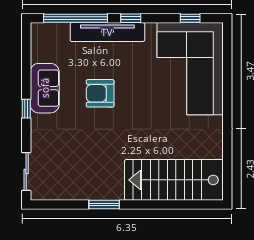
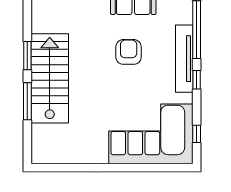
stairs: (174, 180) -> (50, 78), moved
window: (154, 205) -> (27, 101), added

